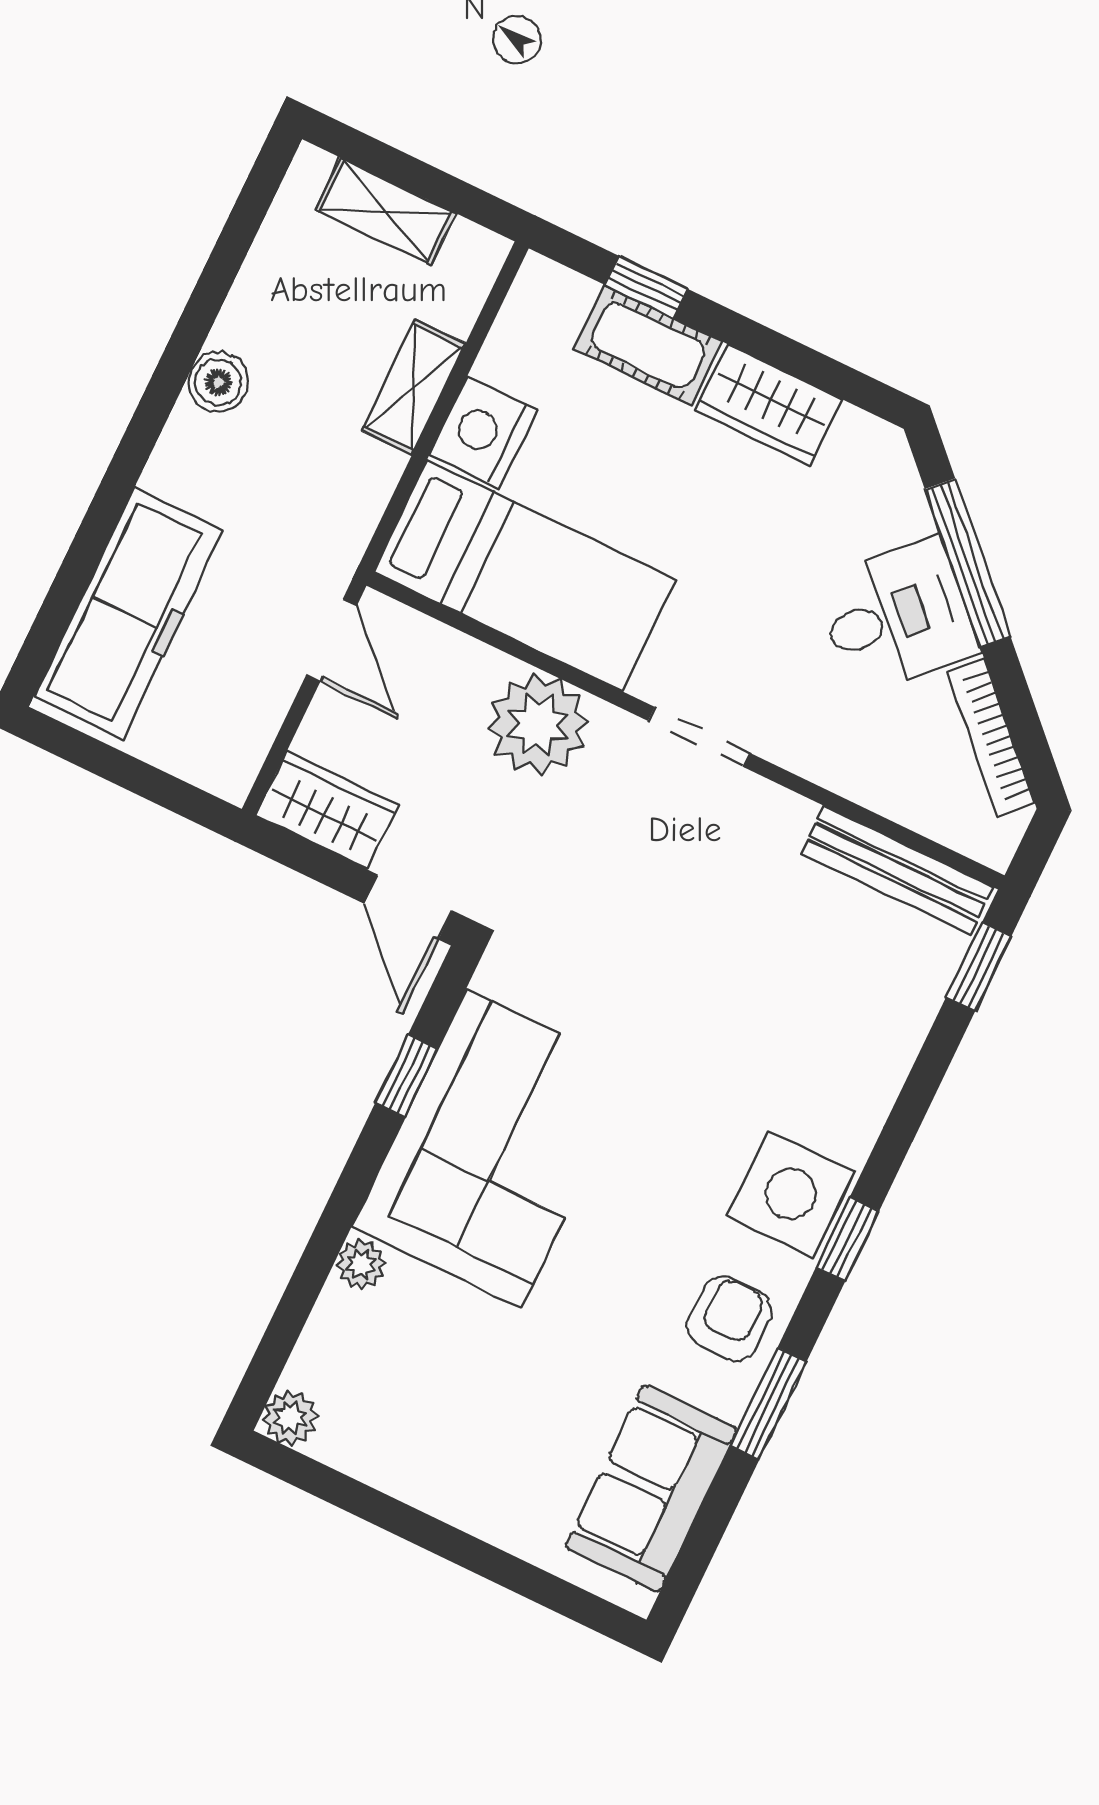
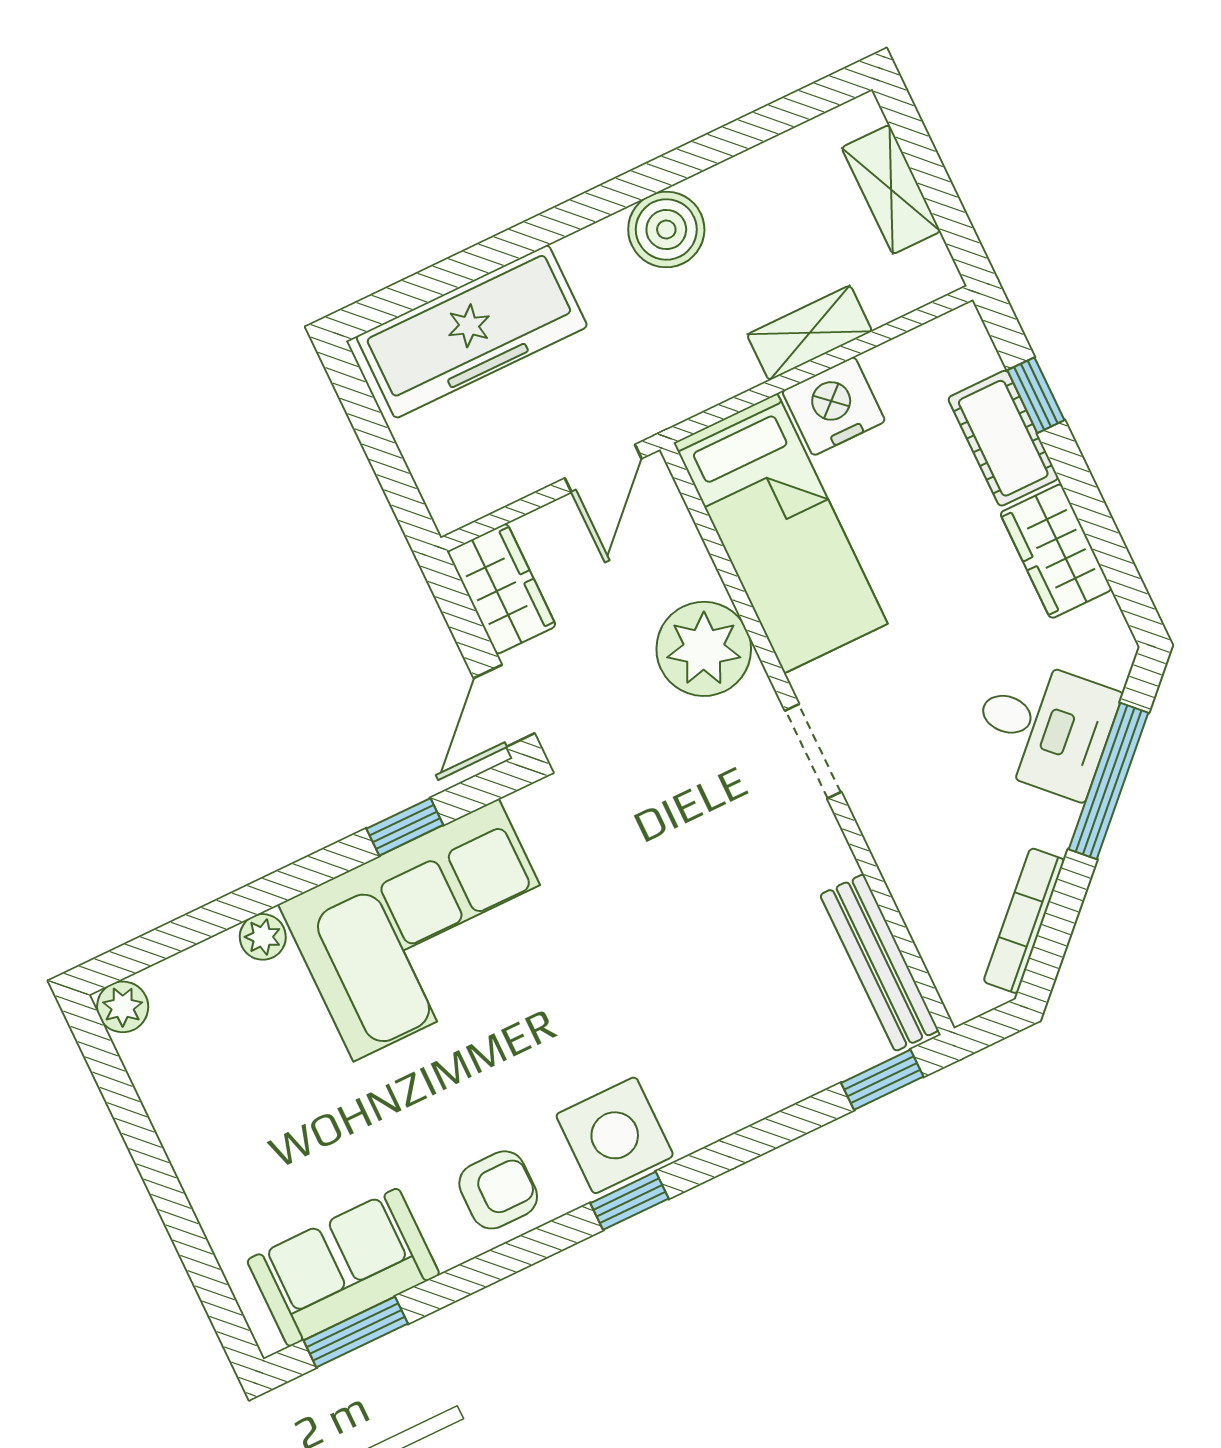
boiler: (218, 382) -> (666, 230), width x1.36, depth x1.36
desk: (896, 616) -> (1044, 727), moved
window: (768, 1404) -> (356, 1332), moved

